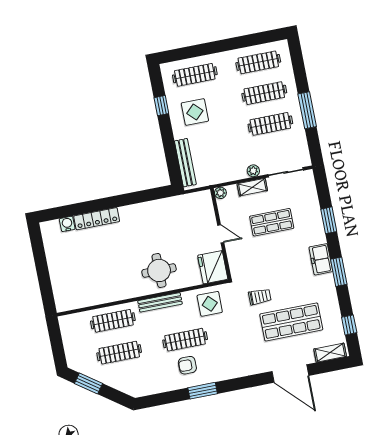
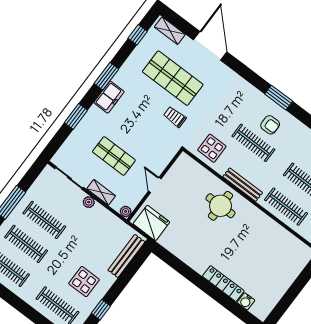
fridge: (213, 267) -> (151, 223), moved, turned -90

